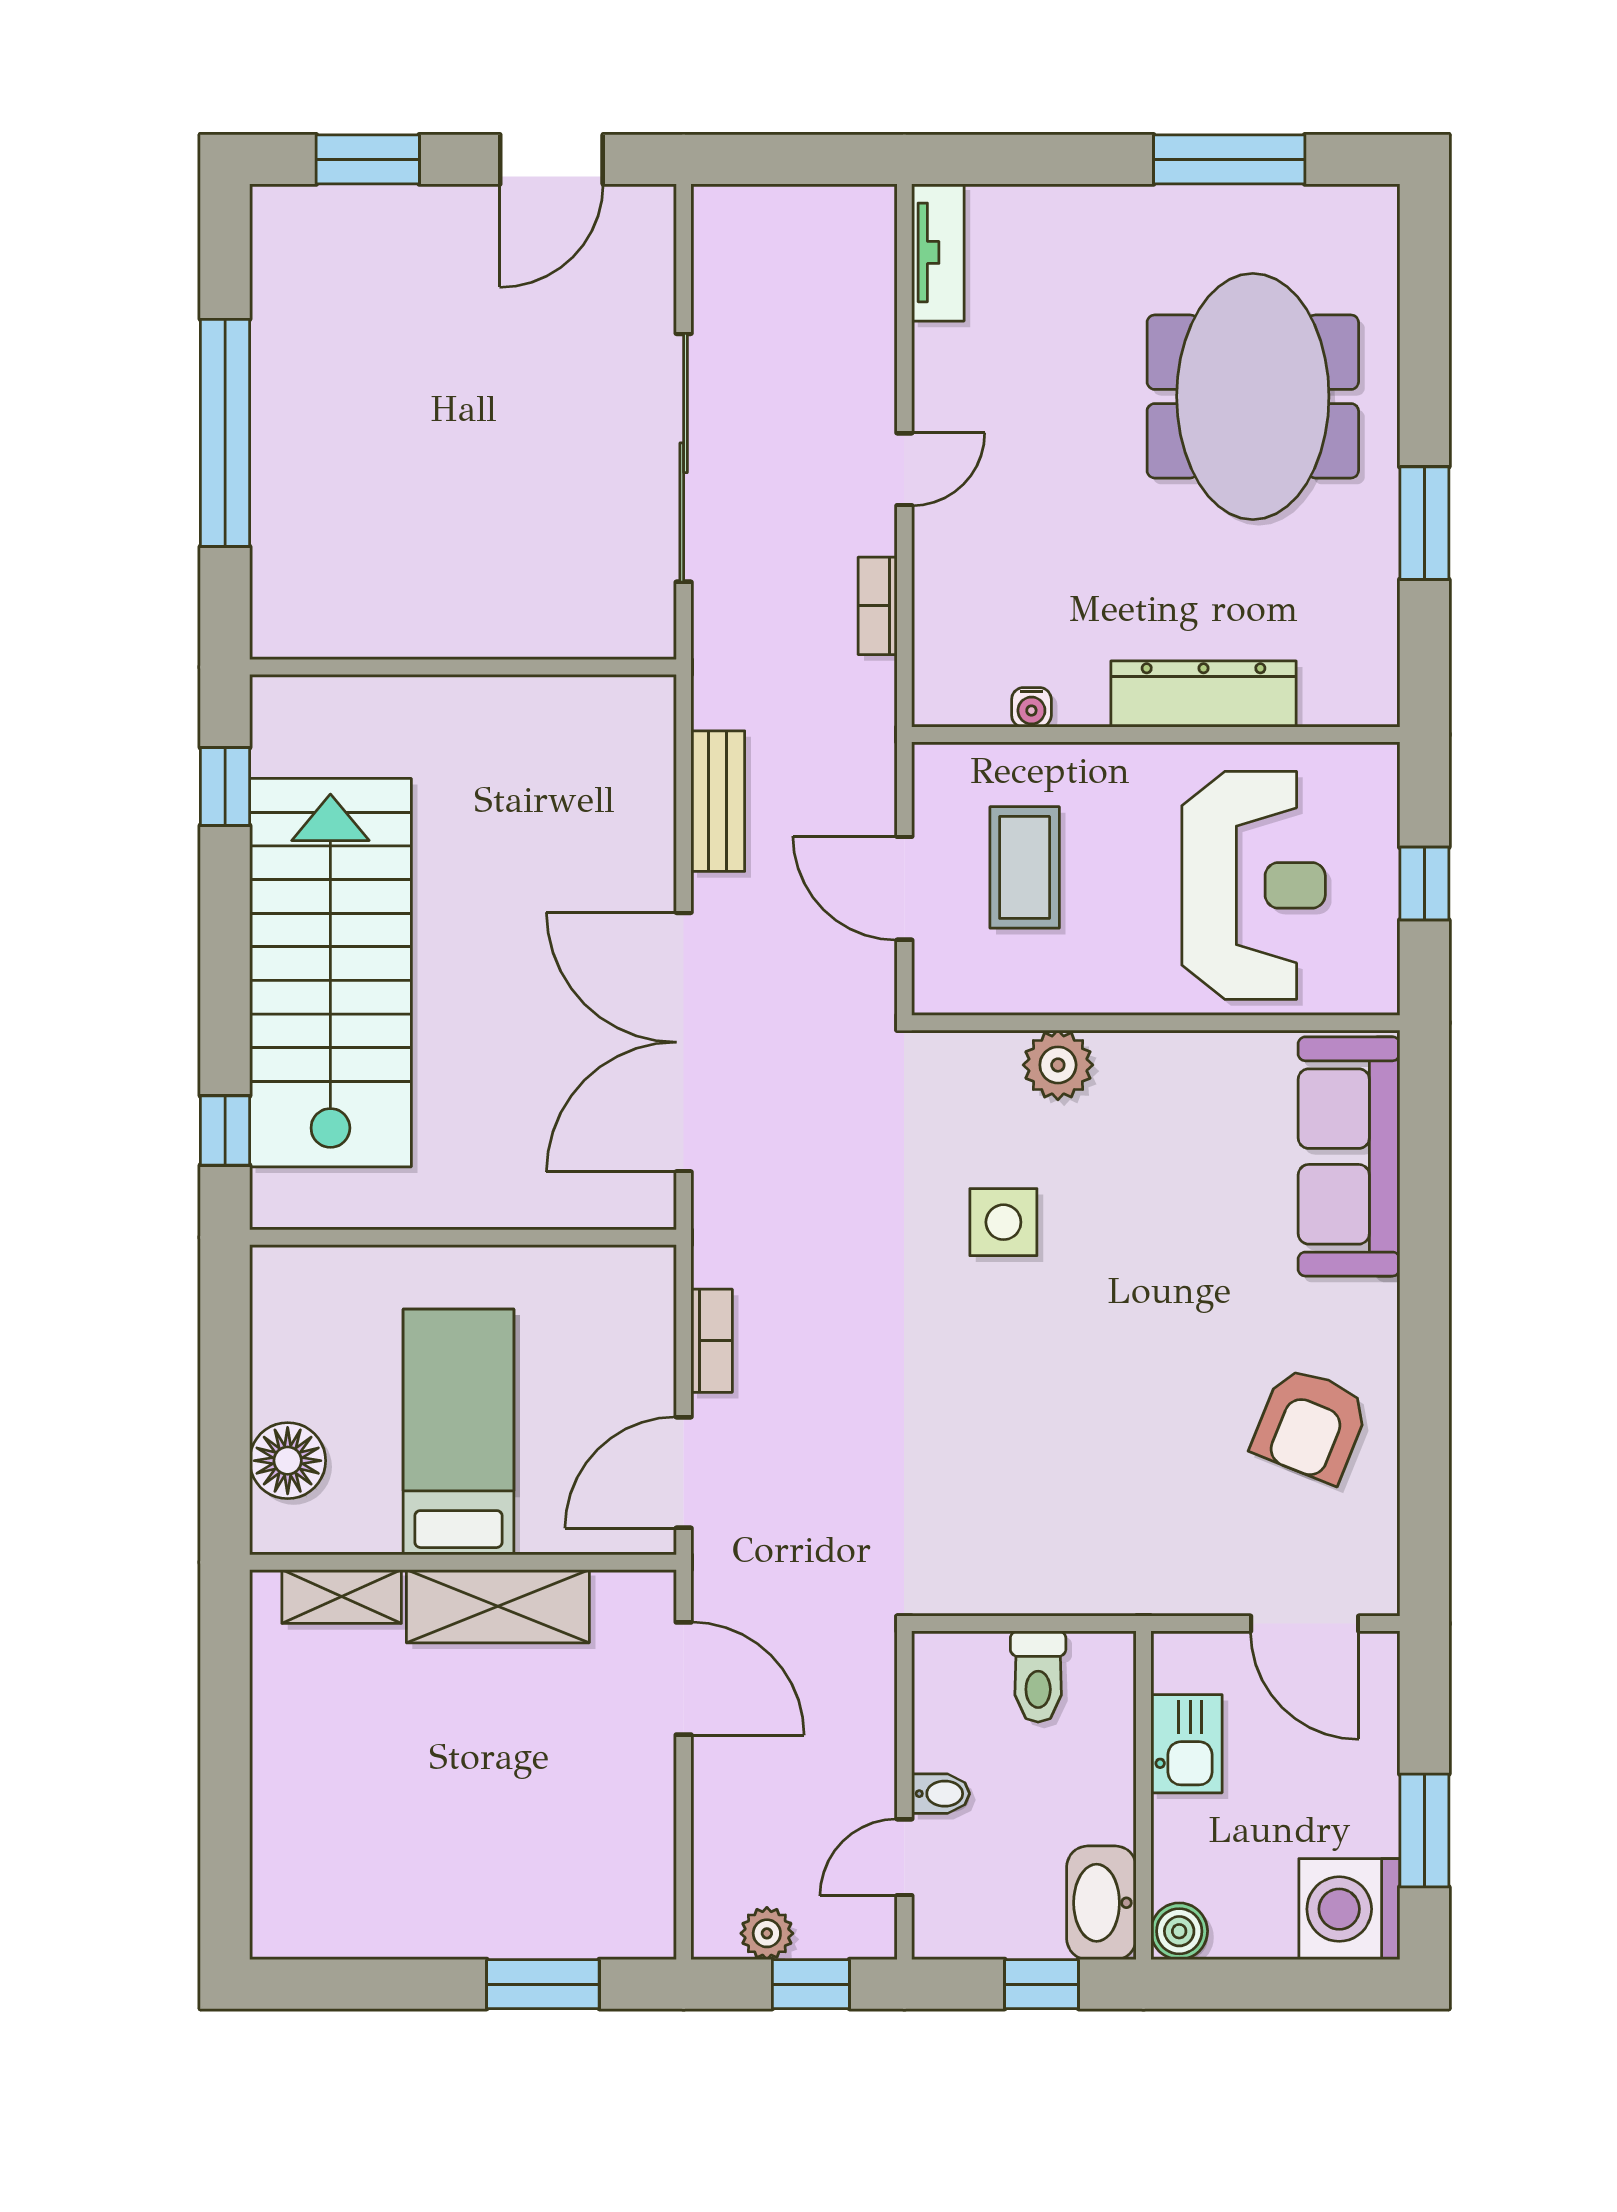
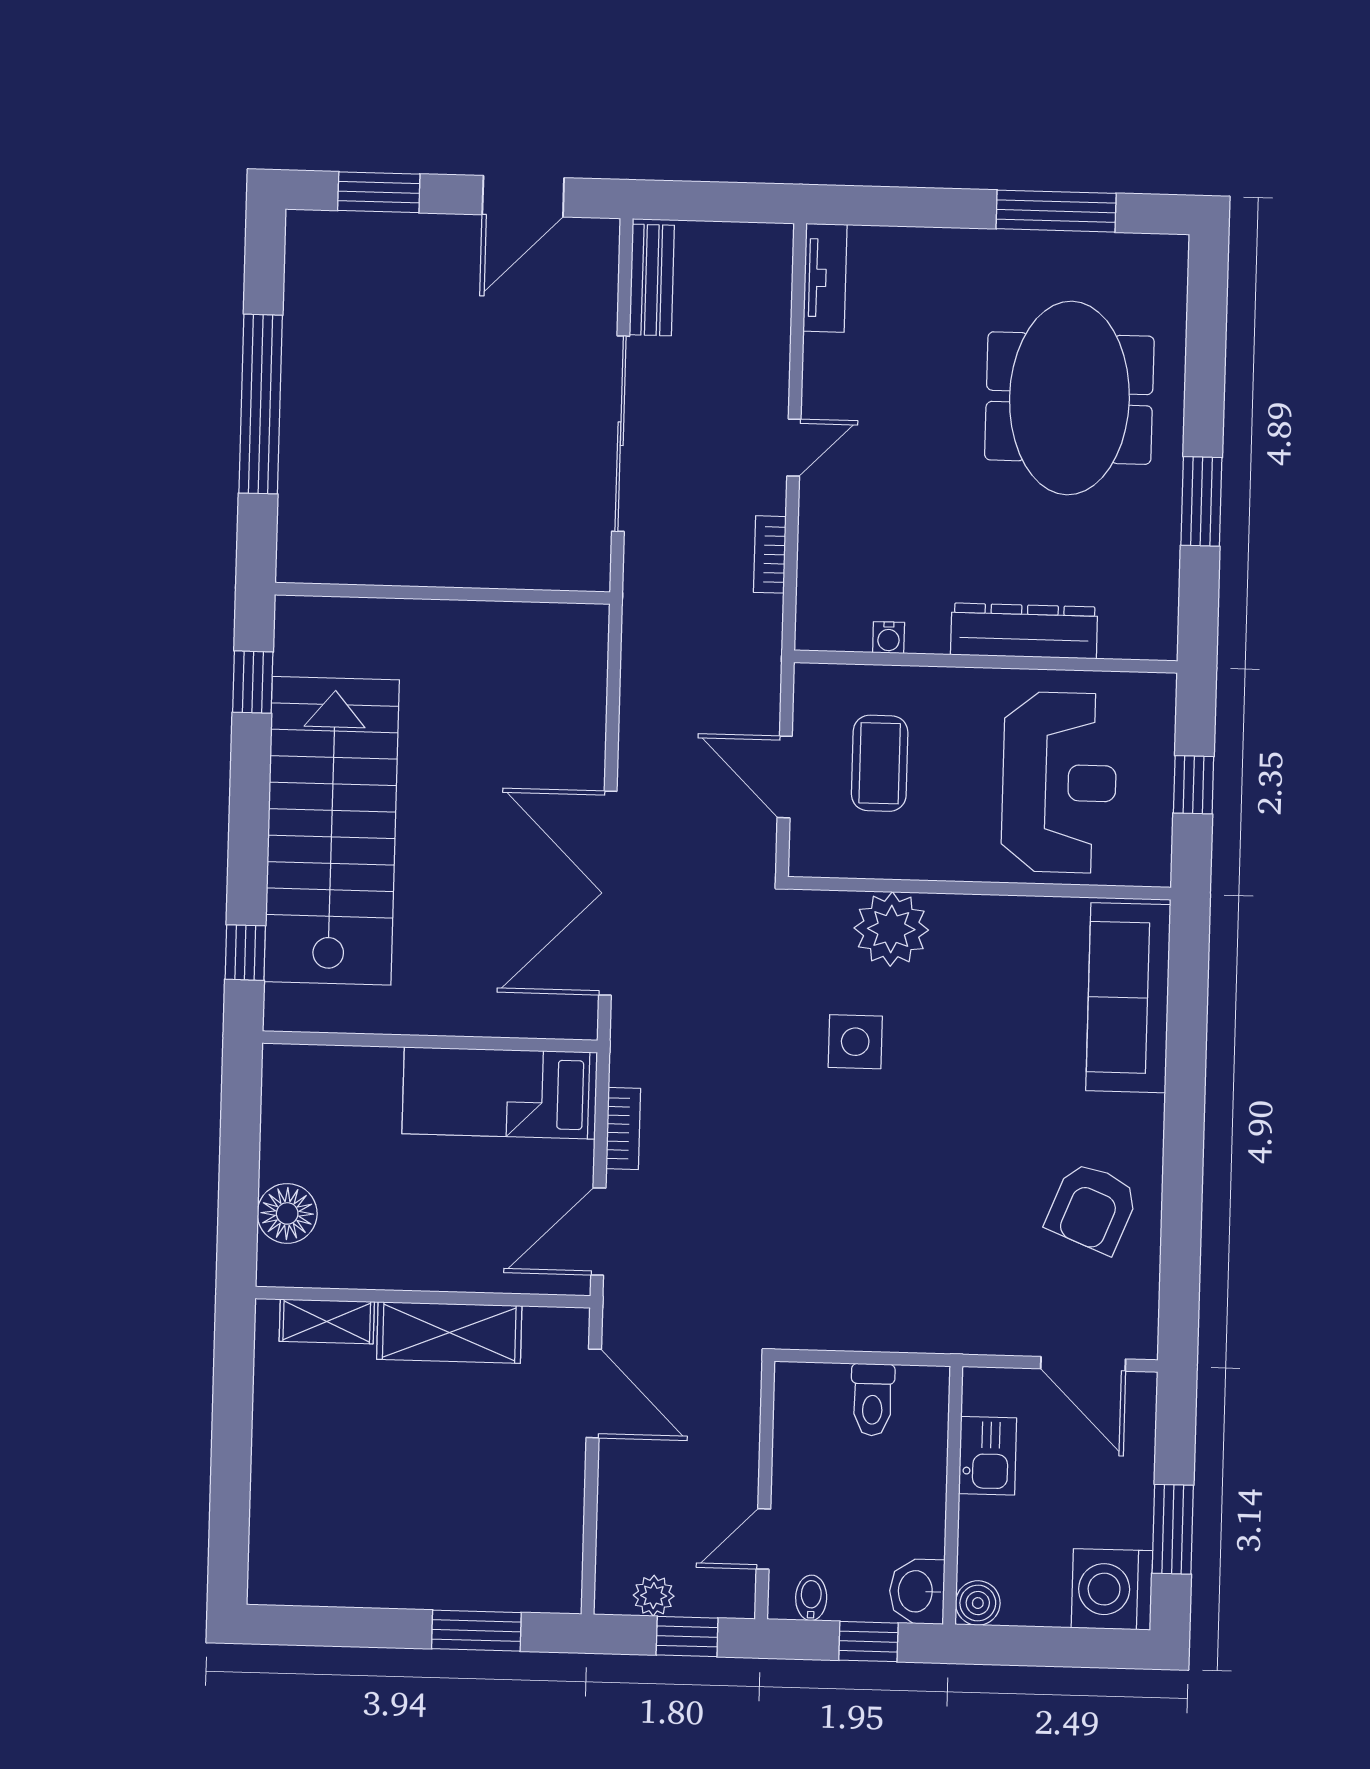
bench: (718, 801) -> (652, 280), moved
plant: (1058, 1065) -> (891, 929), width x1.36, depth x1.36
bed: (459, 1432) -> (500, 1093), moved, turned -90
bidet: (941, 1794) -> (811, 1598), moved, turned -90
washbasin: (1101, 1903) -> (917, 1591), width x0.72

